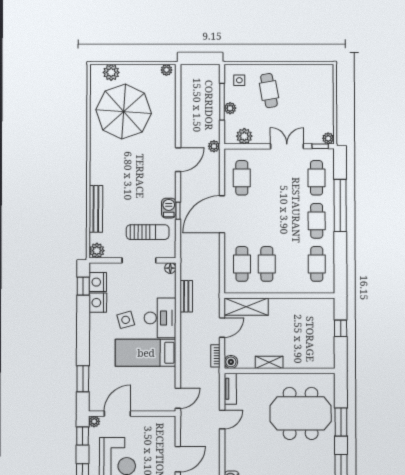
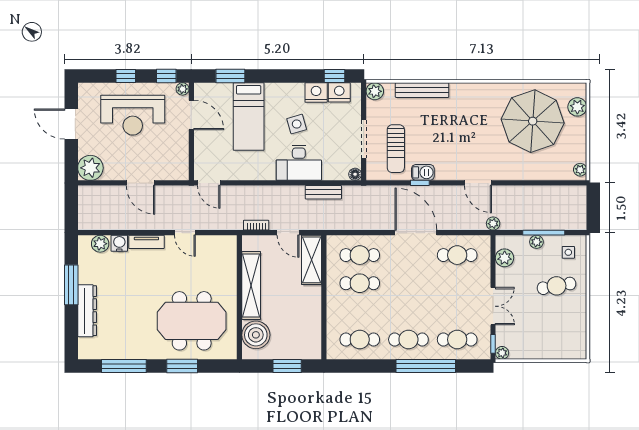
window: (341, 328) -> (287, 366), width x1.50
bed: (146, 353) -> (249, 117), moved, turned 180
boiler: (231, 362) -> (256, 335), moved, width x1.86, depth x1.86
shelving: (269, 362) -> (251, 285), width x2.20, depth x1.33
tv unit: (230, 389) -> (146, 242), moved
meeting table: (301, 413) -> (192, 321), turned 90

